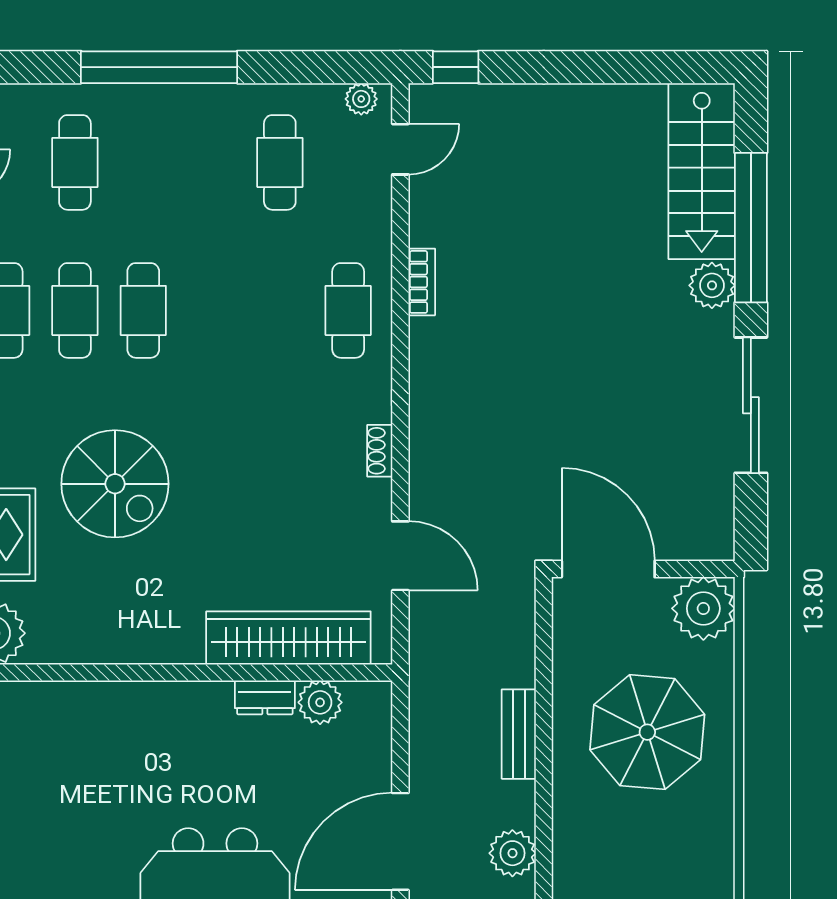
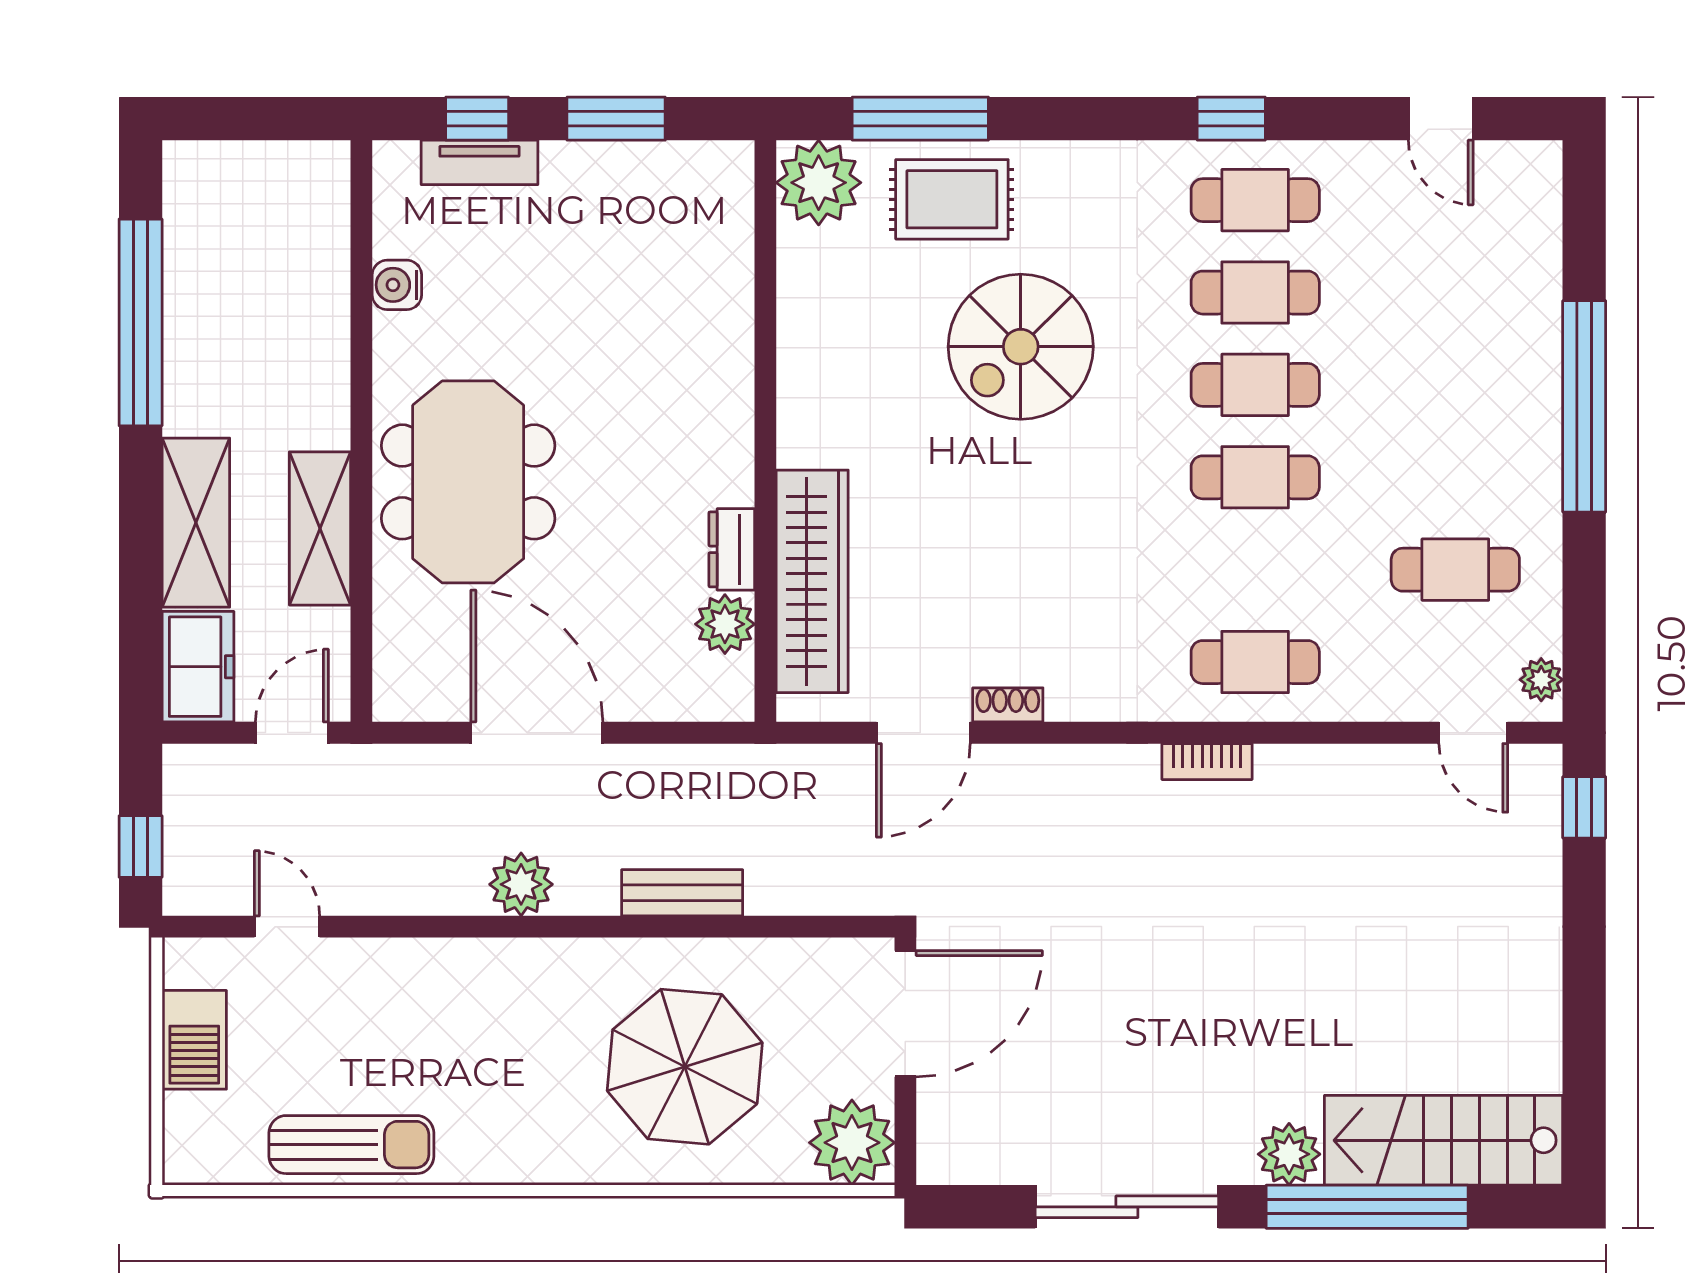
cafe table: (75, 162) -> (1255, 477), moved
bookcase: (422, 282) -> (1207, 762), moved
shoe rack: (380, 451) -> (1008, 705), moved

